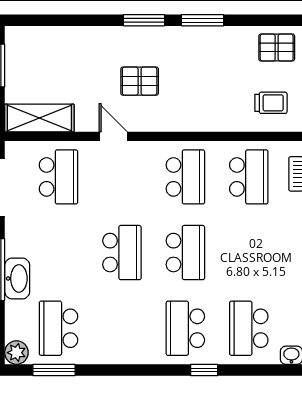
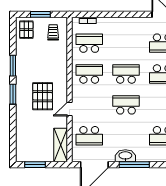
pallet: (140, 81) -> (43, 96), width x1.50, depth x1.42
school desk: (58, 177) -> (89, 136), turned 180
washbasin: (17, 279) -> (125, 156), moved

